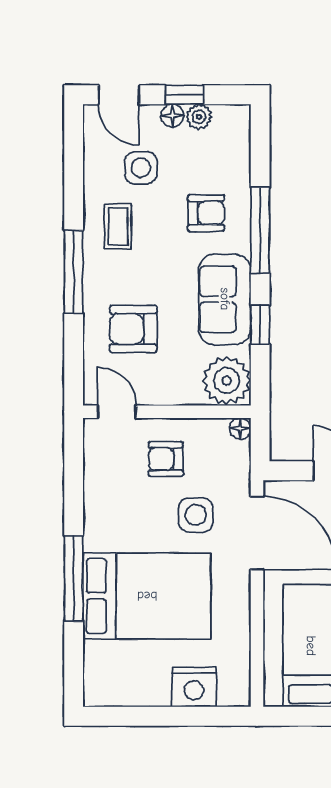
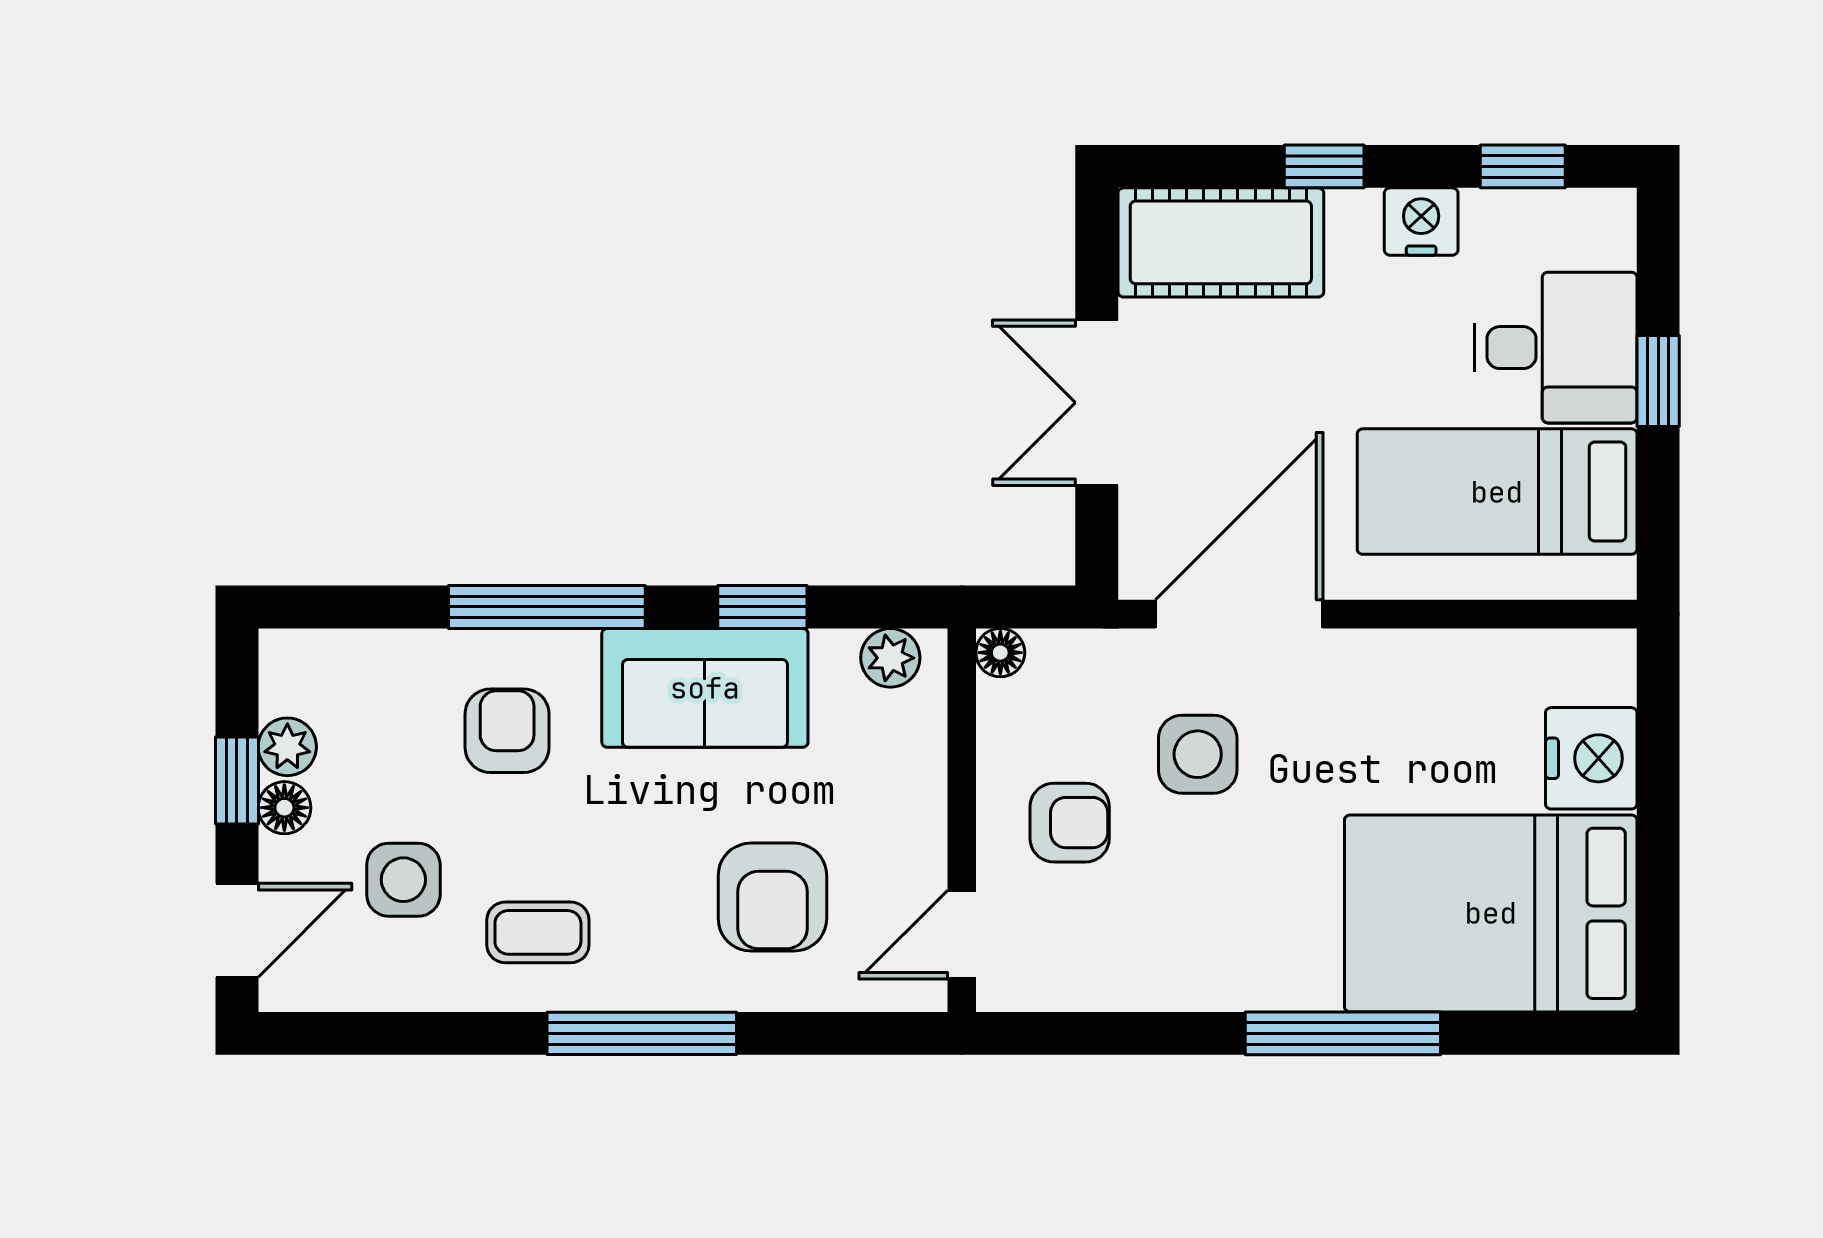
plant: (227, 381) -> (890, 658), width x0.53, depth x0.53
armchair: (166, 459) -> (1070, 823), turned -90
bed: (147, 596) -> (1491, 913), moved, turned -90

